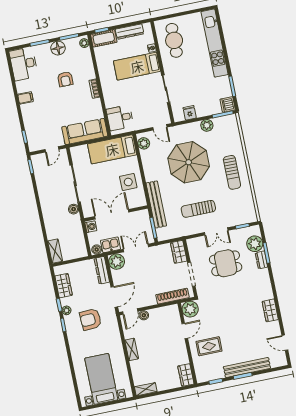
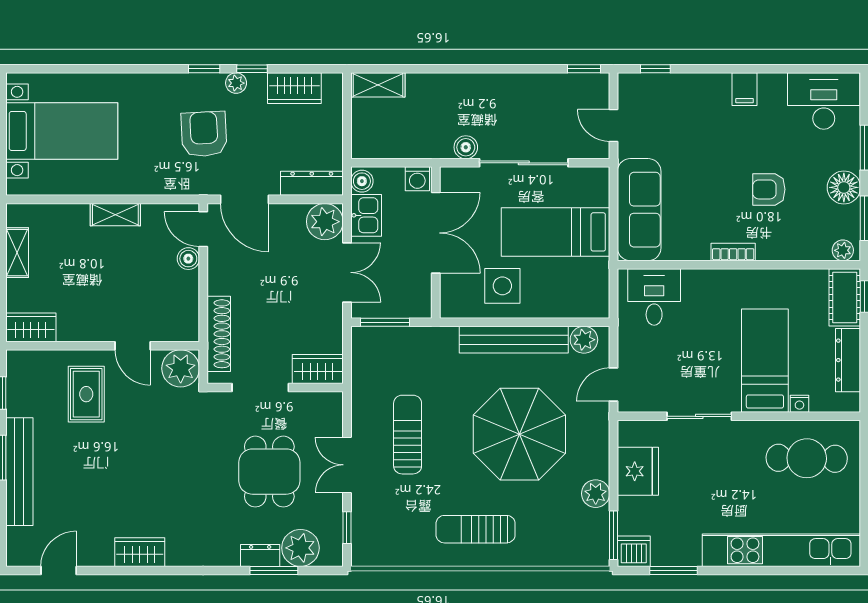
fridge: (190, 113) -> (638, 471), width x1.88, depth x1.34
bed: (112, 149) -> (555, 232), moved, turned -90
bench: (156, 204) -> (514, 340), moved
shelving: (146, 389) -> (17, 253), moved

